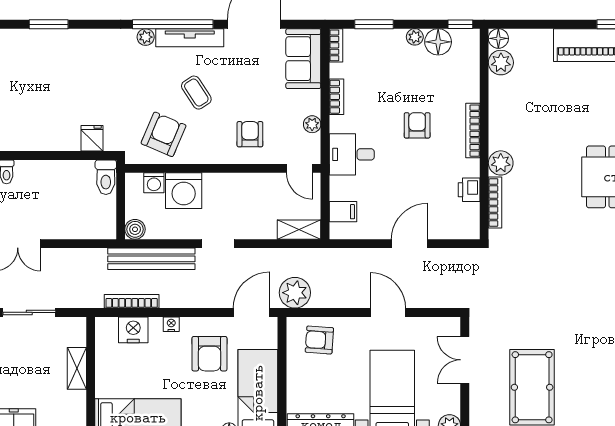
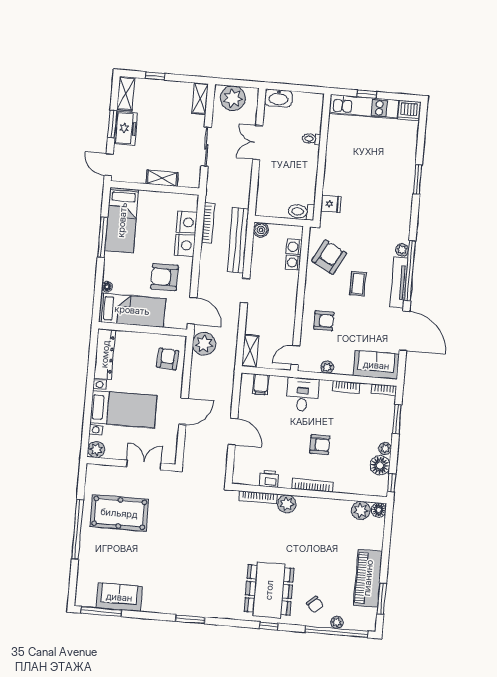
coffee table: (196, 93) -> (358, 284), turned -57
armchair: (164, 134) -> (329, 257), turned -85
washing machine: (184, 191) -> (293, 263), width x0.53, depth x0.53
nightstand: (171, 324) -> (185, 245), width x1.89, depth x1.79

